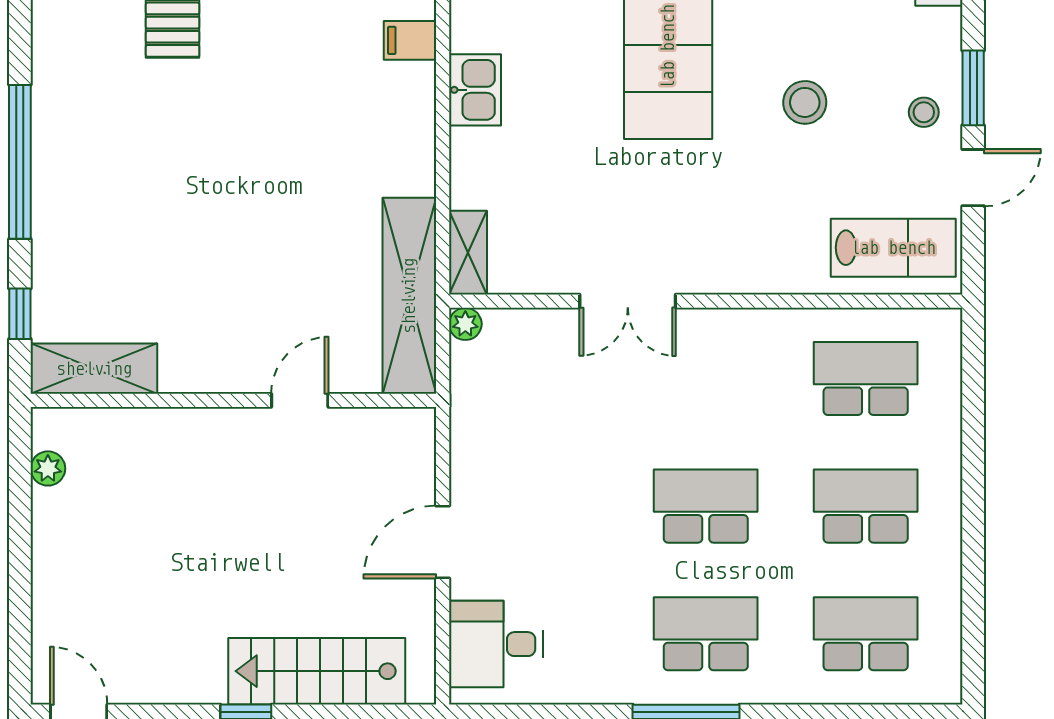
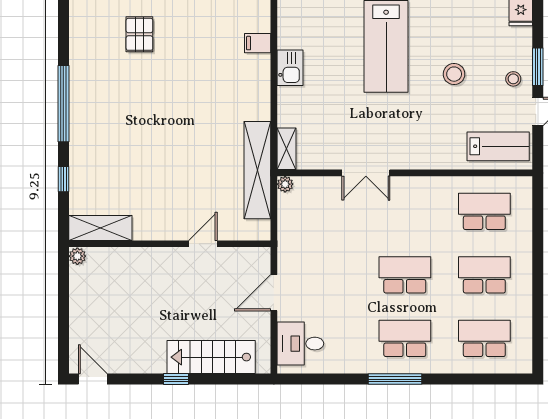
shelving: (94, 369) -> (100, 228), moved
wall: (233, 400) -> (170, 244), moved
door: (300, 400) -> (203, 244), moved

